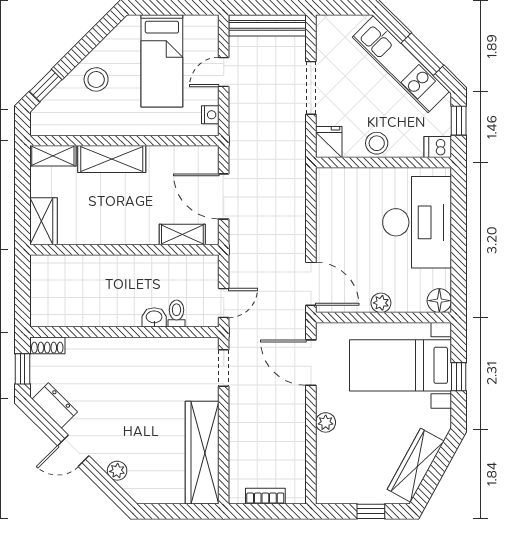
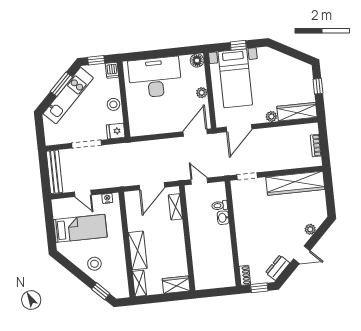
door: (224, 303) -> (199, 181), moved
door: (73, 451) -> (302, 255), hinge flipped
wardrobe: (416, 465) -> (297, 112), moved, turned 151

